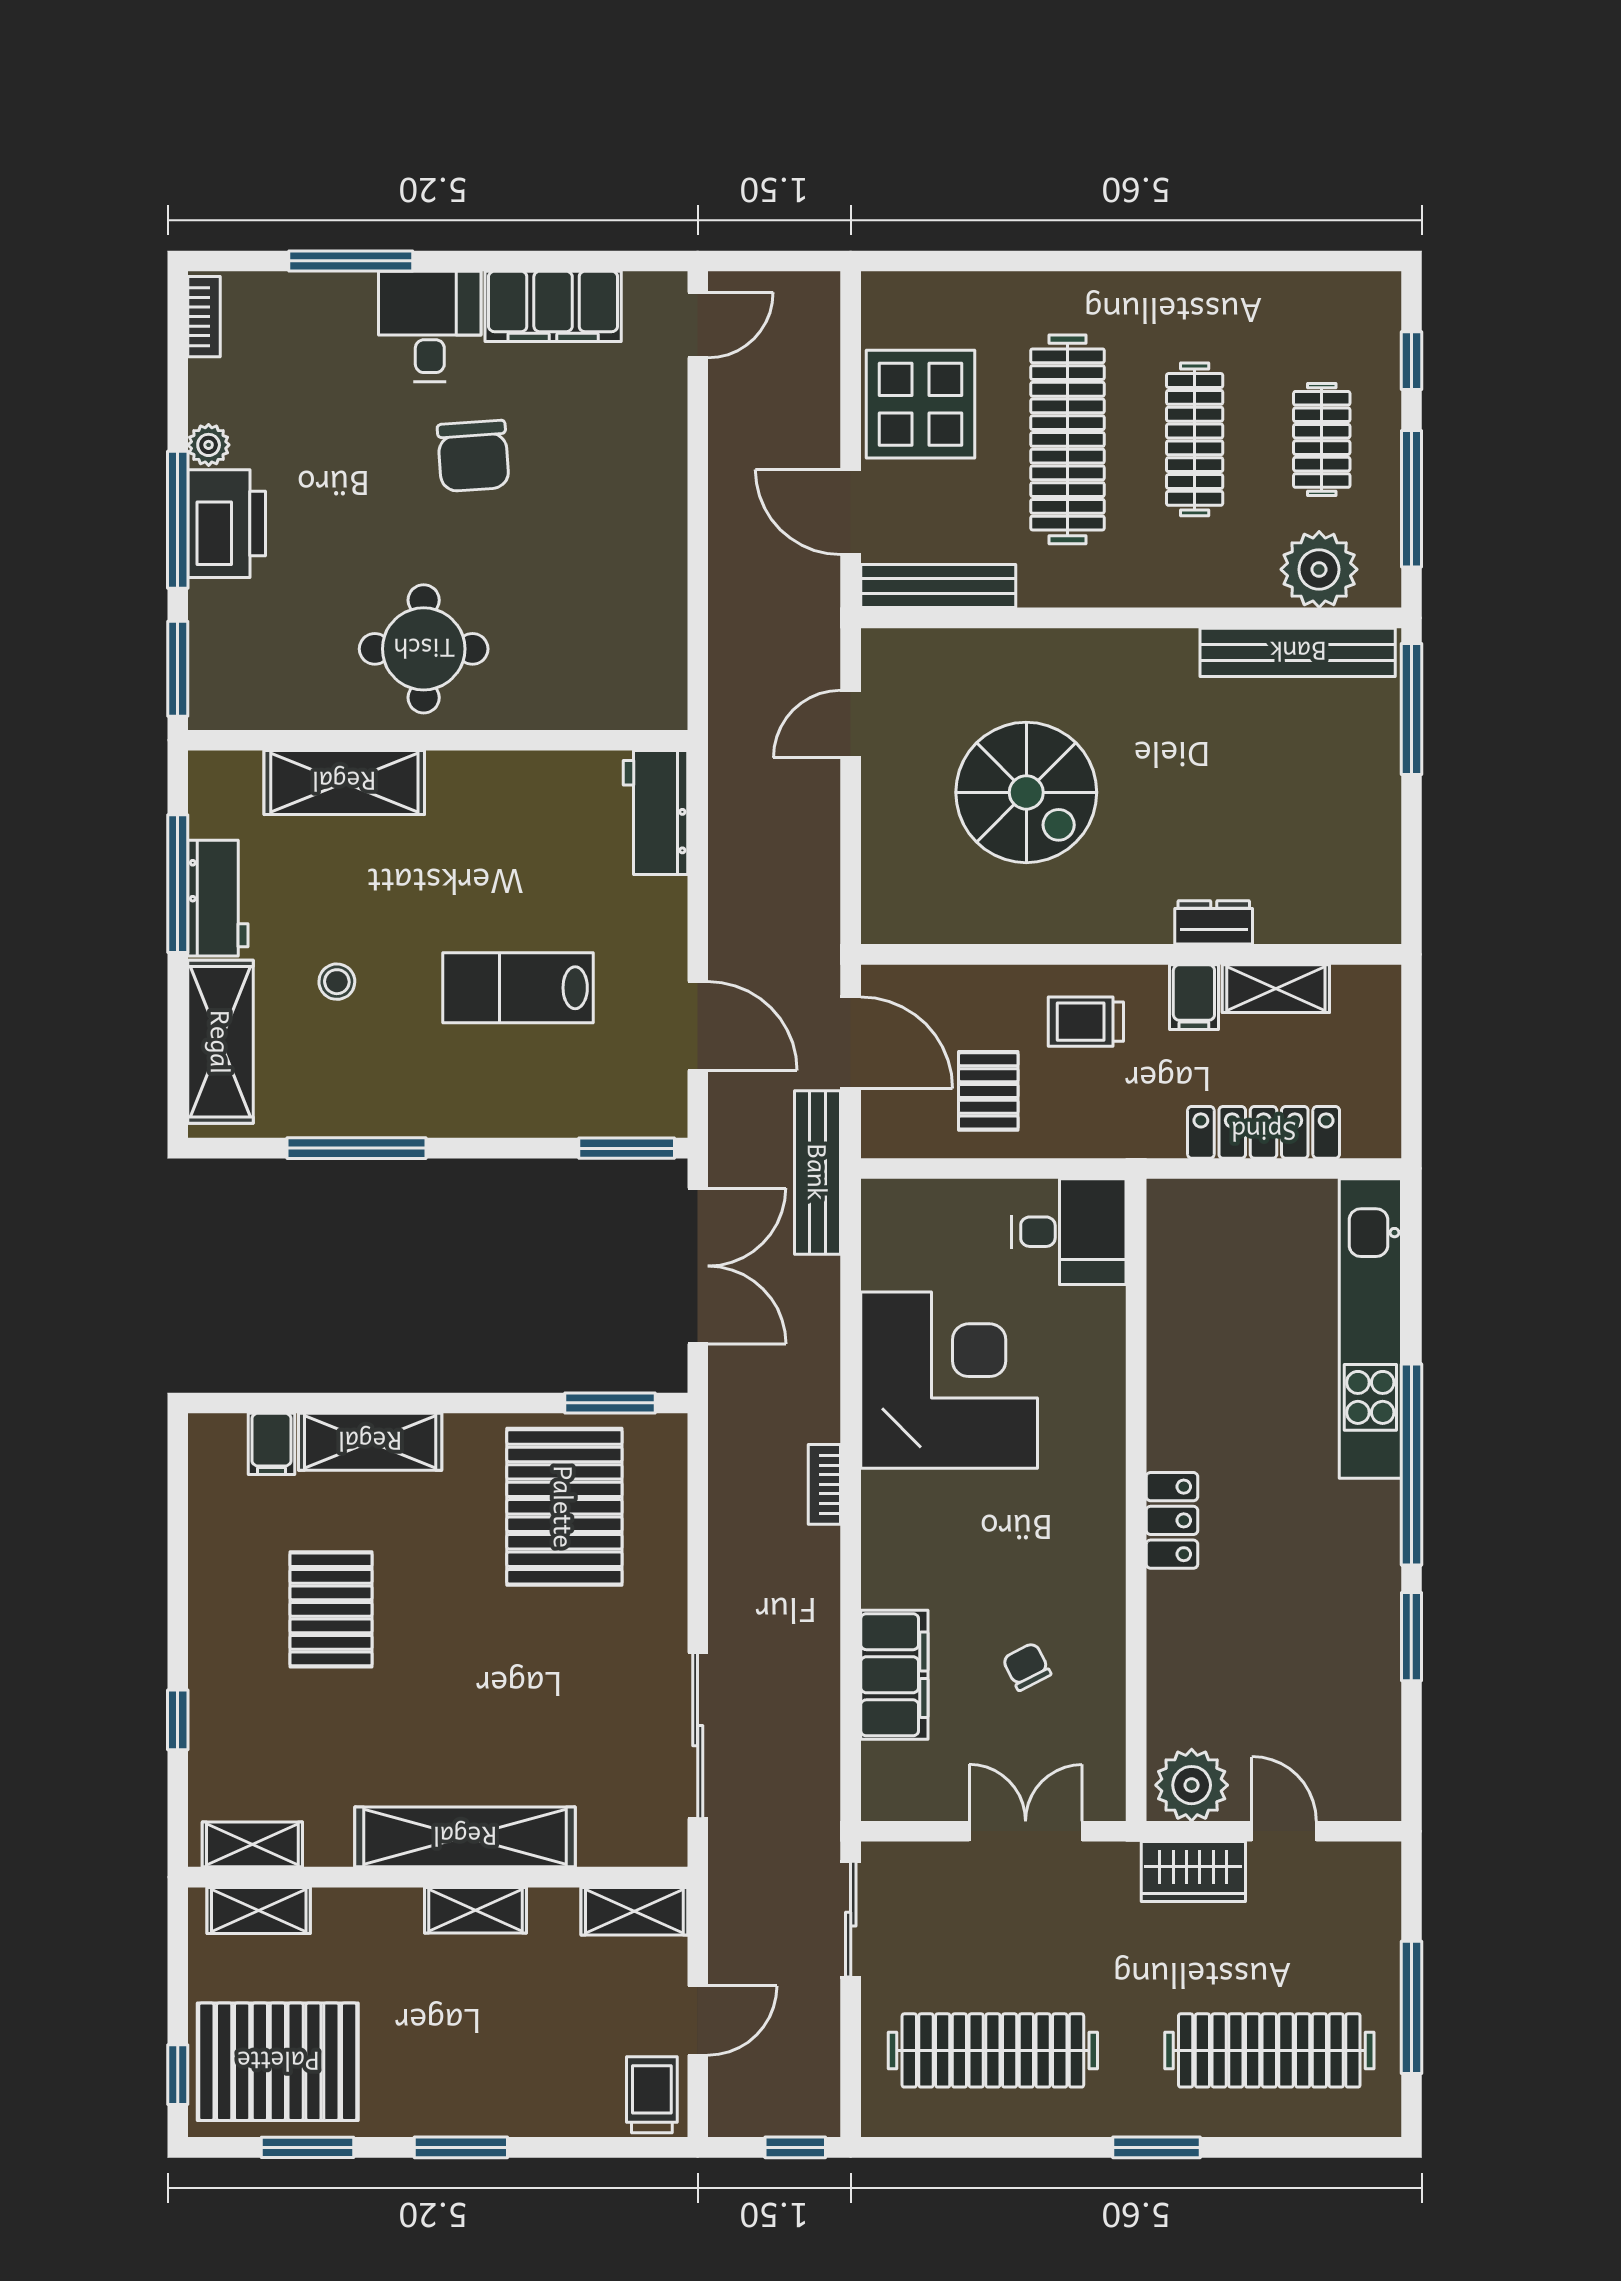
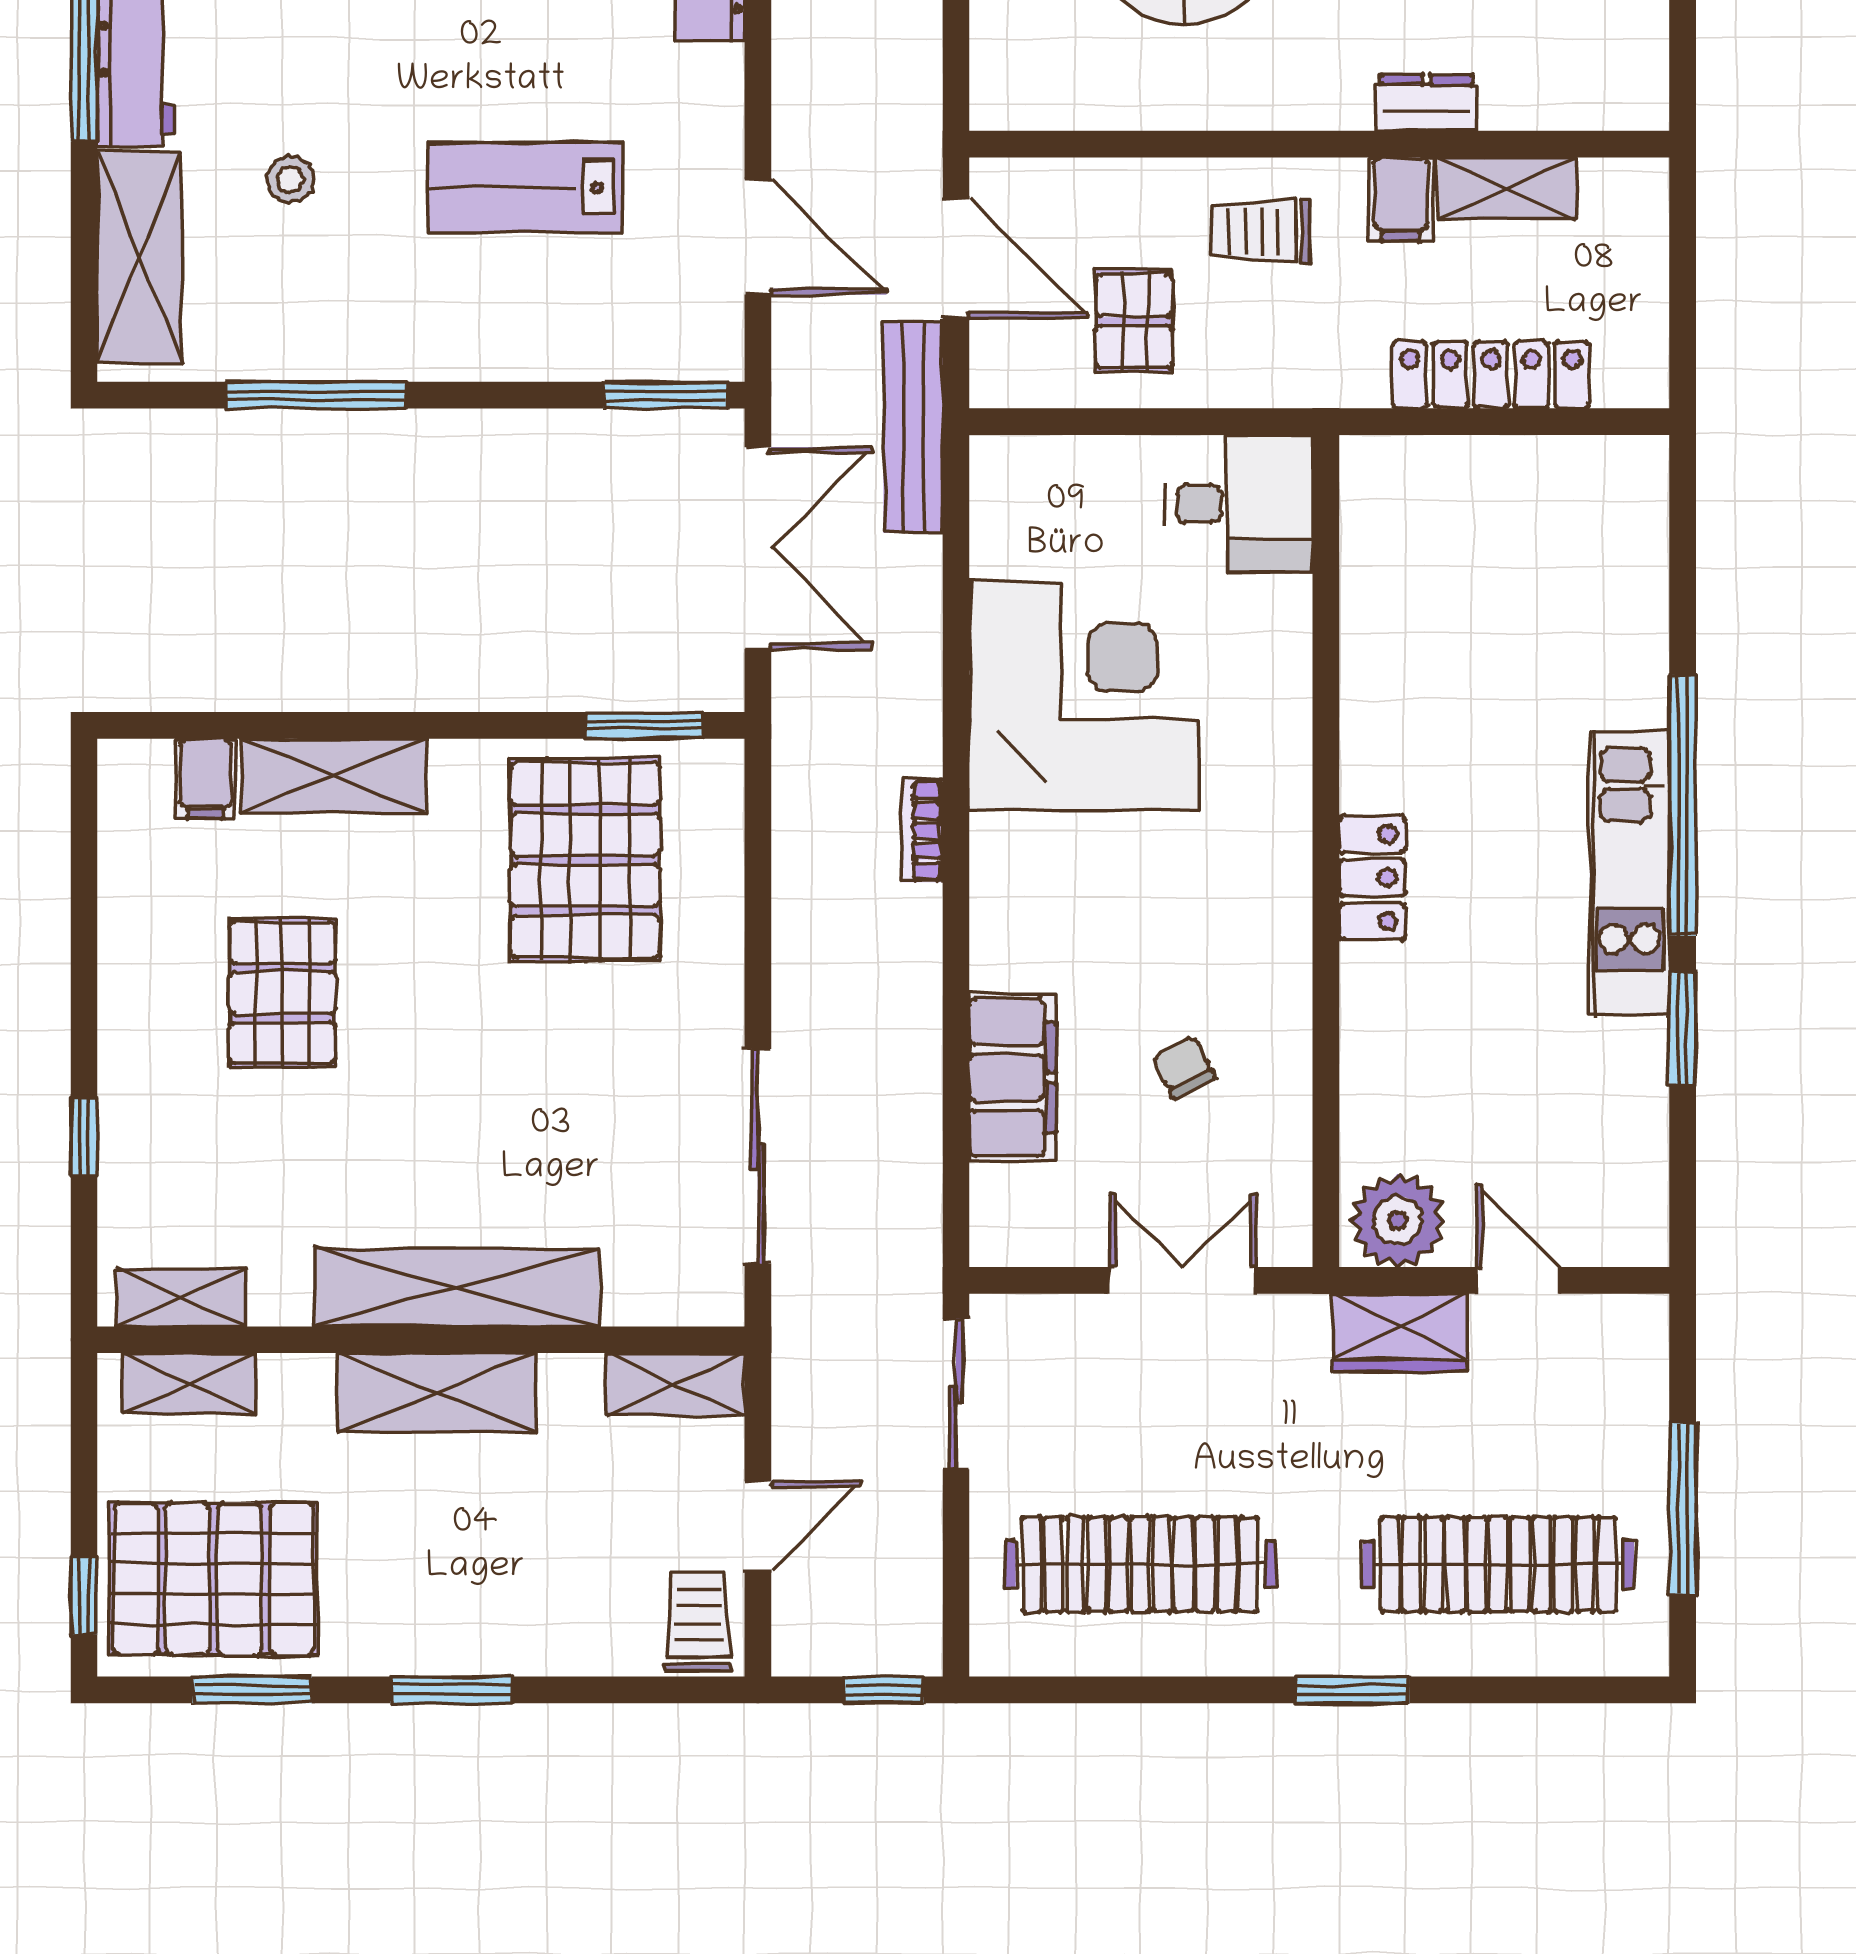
kitchen unit: (1370, 1328) -> (1629, 873), moved, width x0.73
shelving: (476, 1910) -> (437, 1393), width x1.50, depth x1.33

